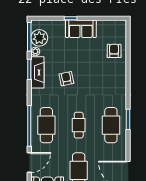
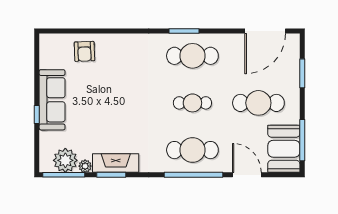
sofa: (81, 29) -> (52, 100), width x1.36
armchair: (114, 51) -> (84, 51), turned -92
armchair: (66, 79) -> (125, 121), removed

